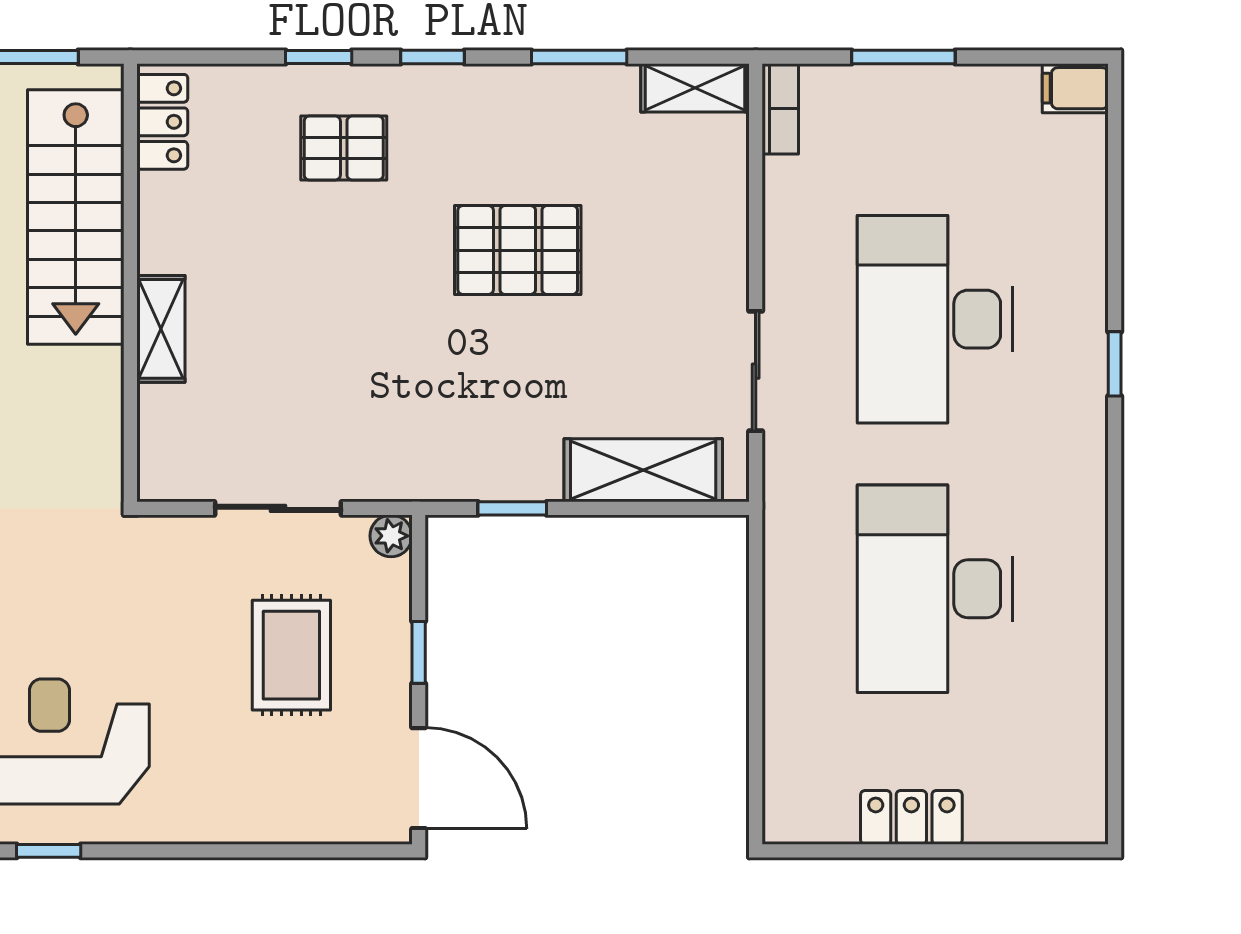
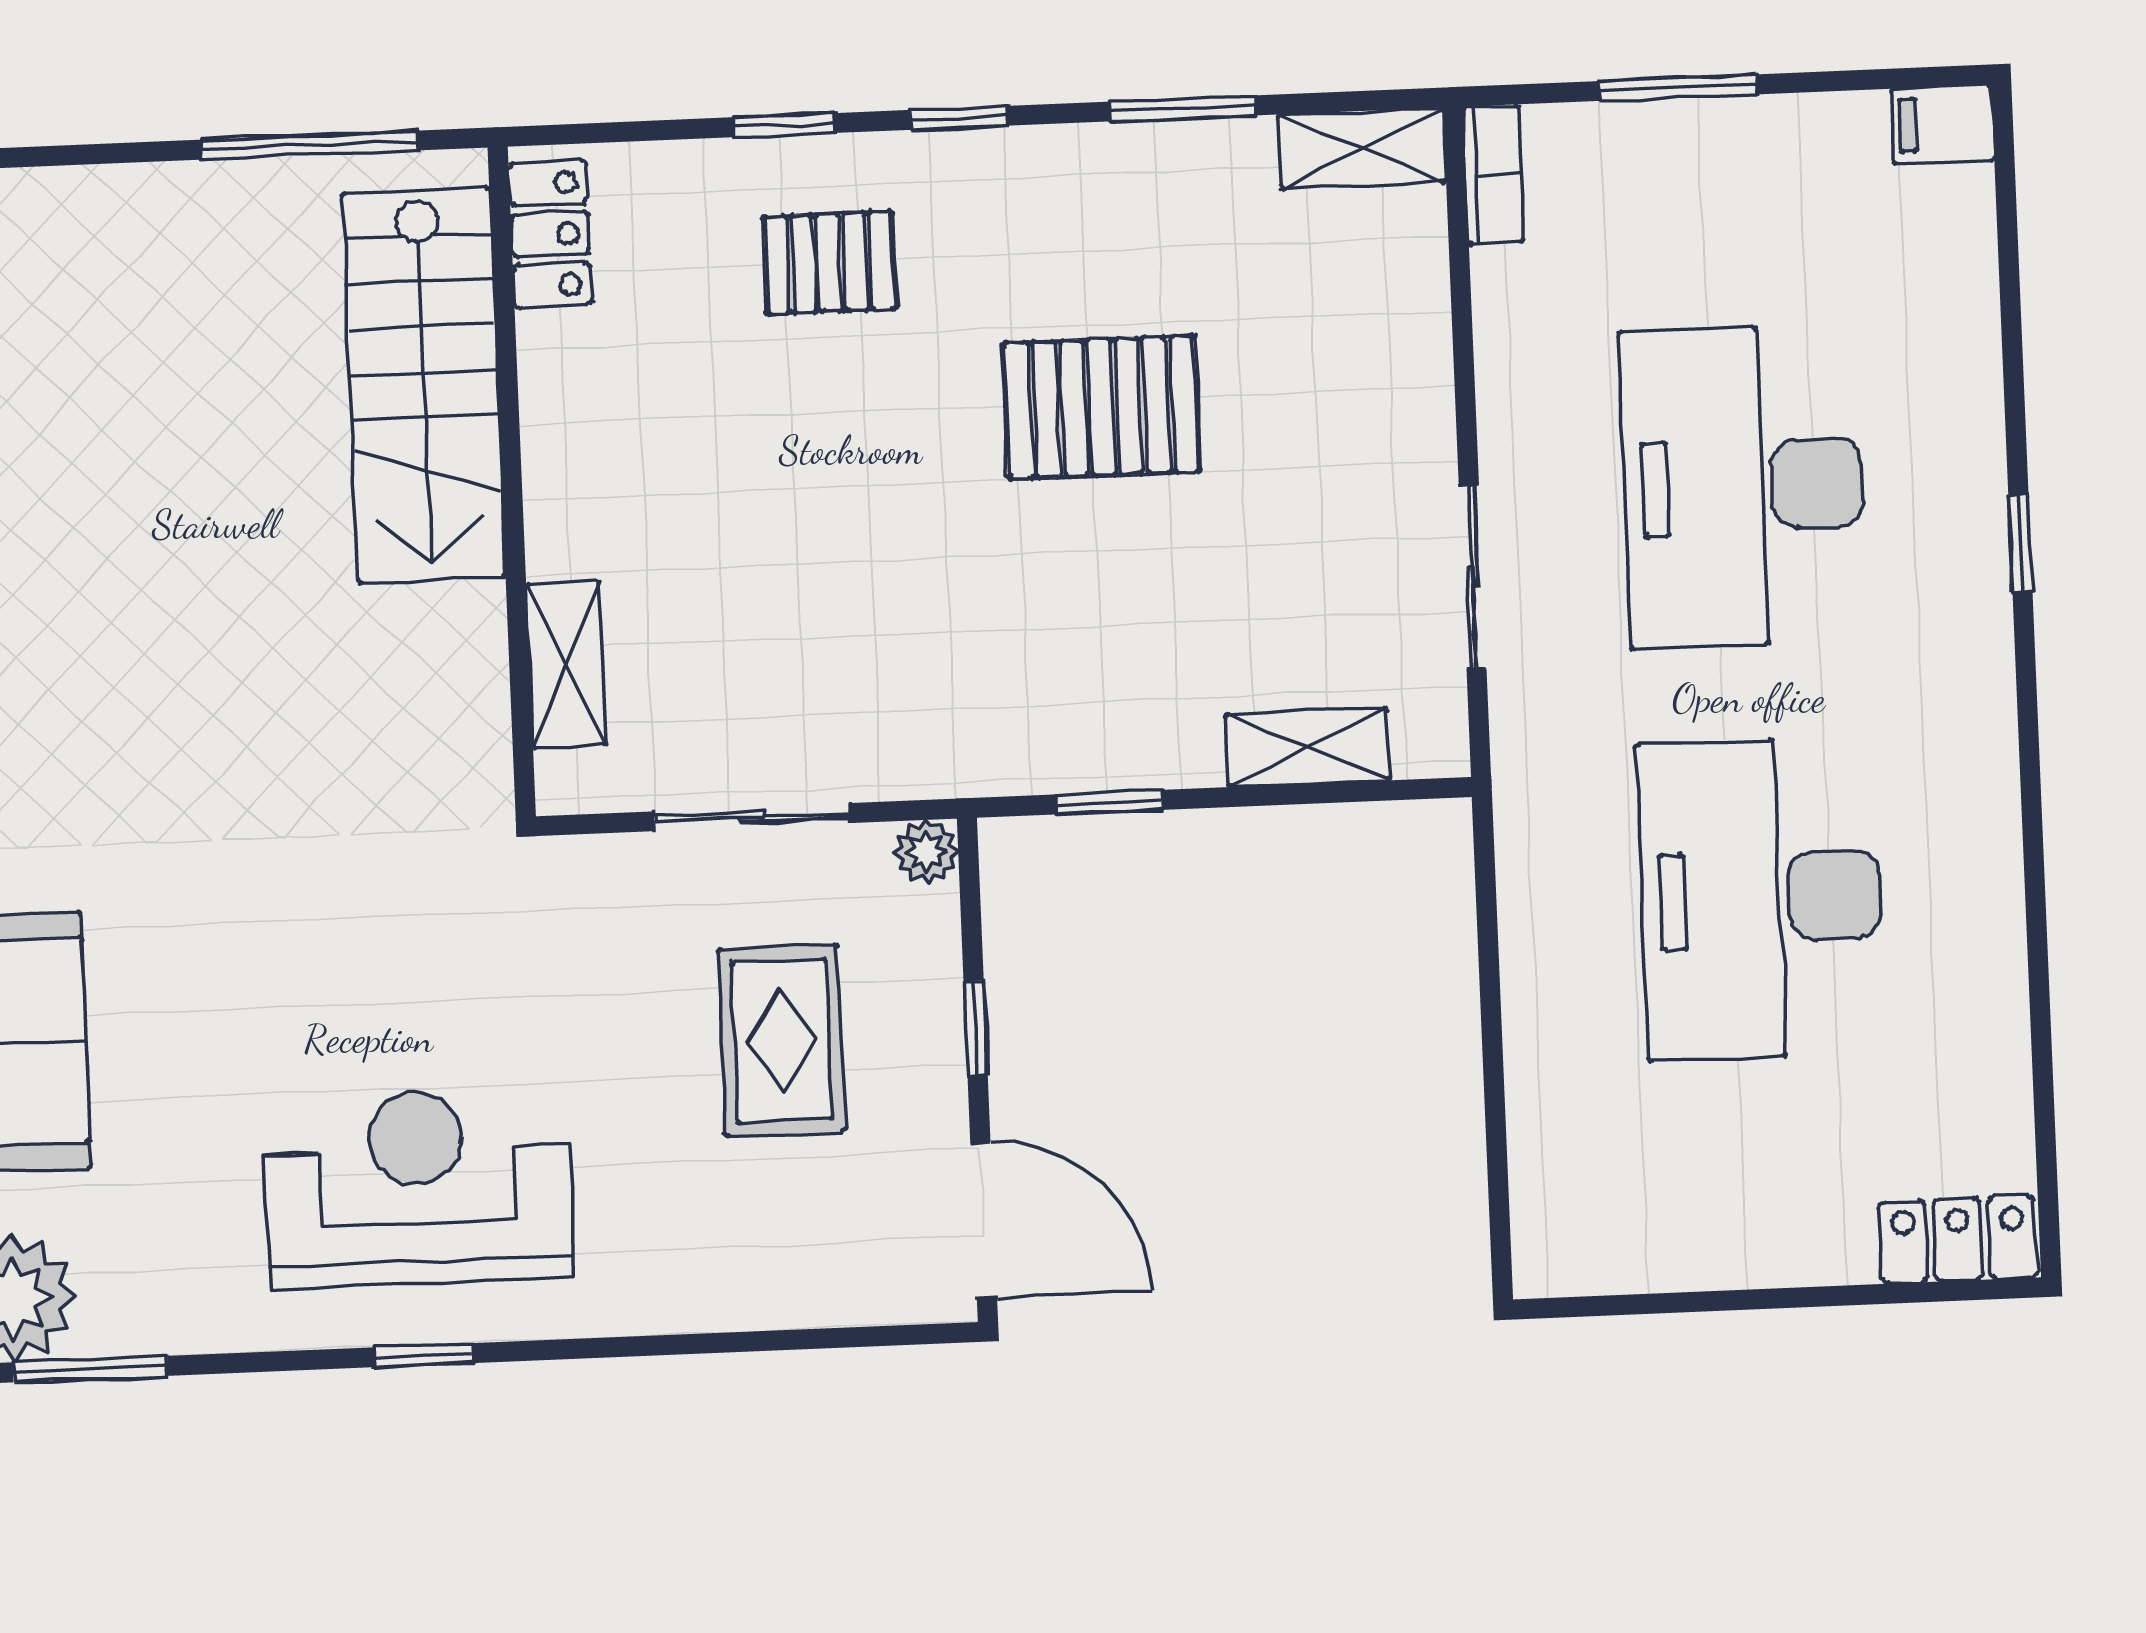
shelving: (161, 329) -> (566, 664), moved
shelving: (643, 470) -> (1308, 748), width x0.67, depth x0.75
locker: (911, 817) -> (1958, 1240), moved

